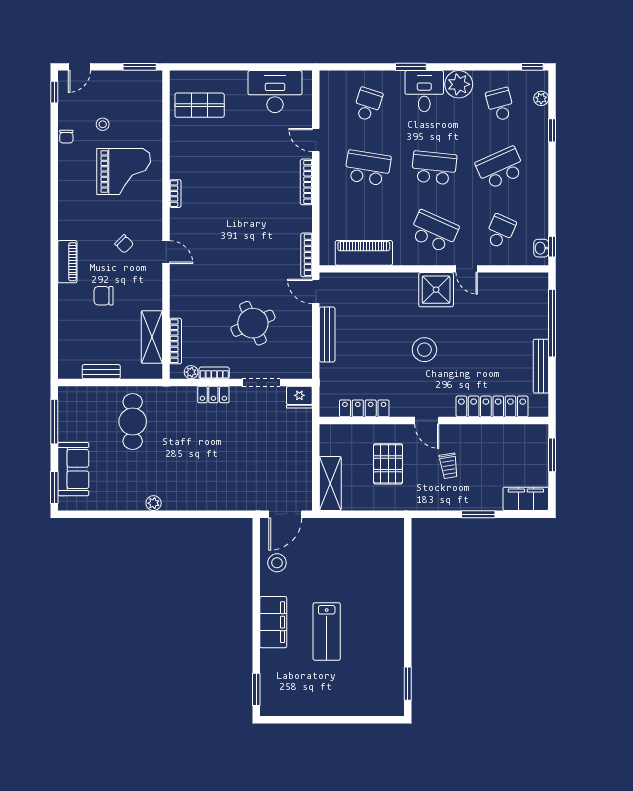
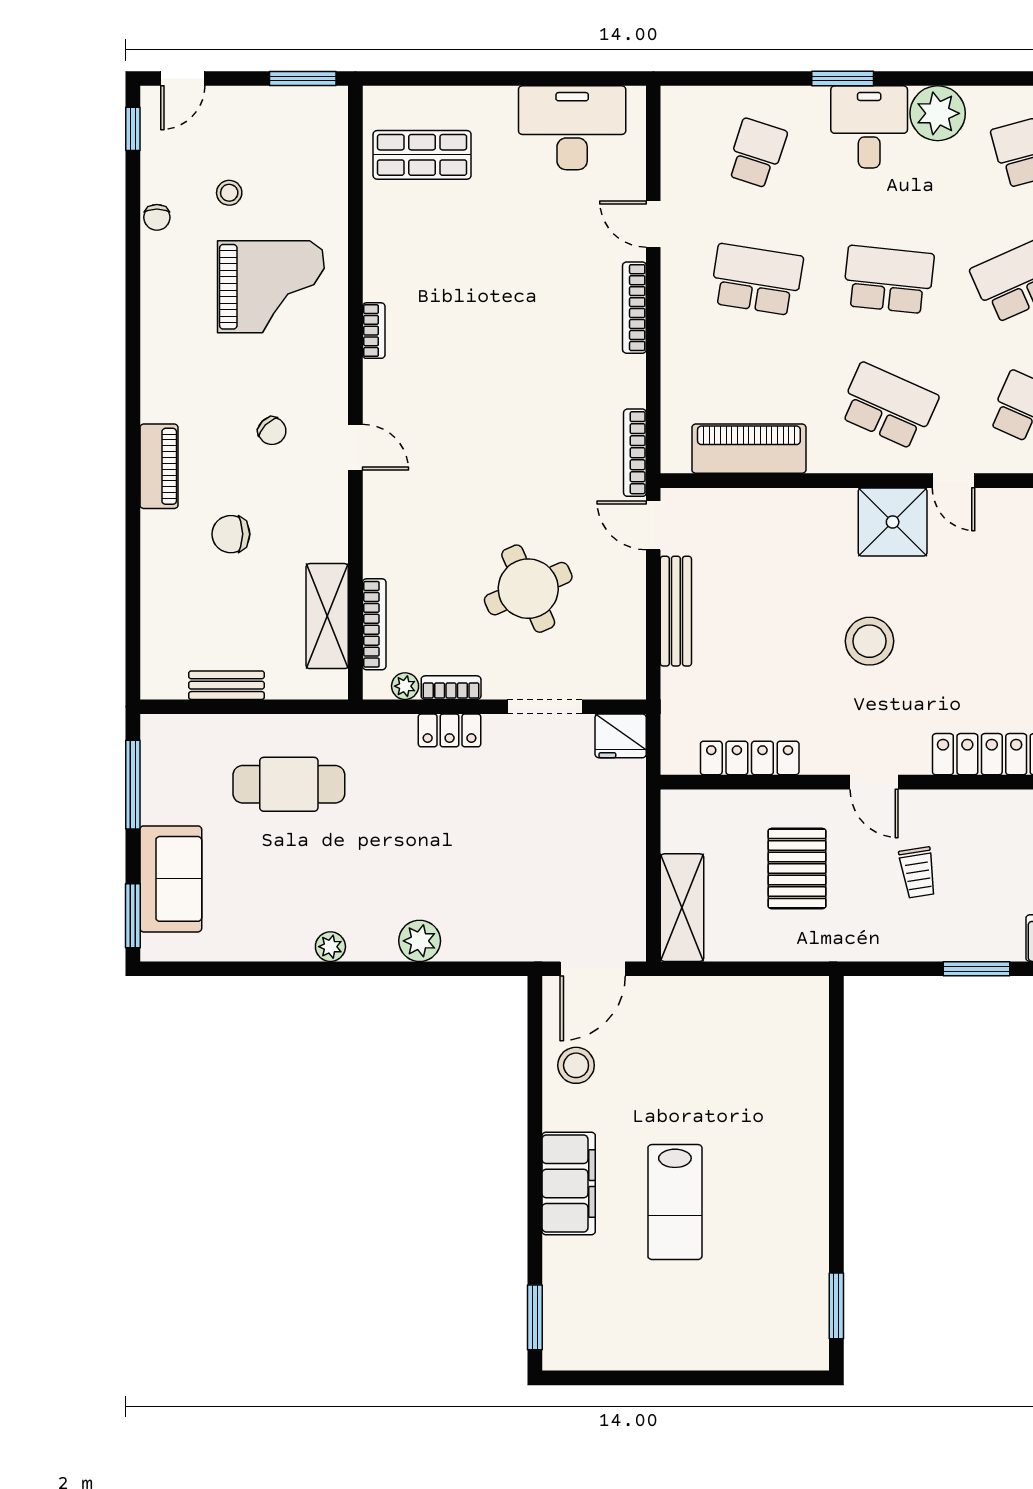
cafe table: (133, 422) -> (289, 784), turned 90
plant: (198, 500) -> (420, 941), added

